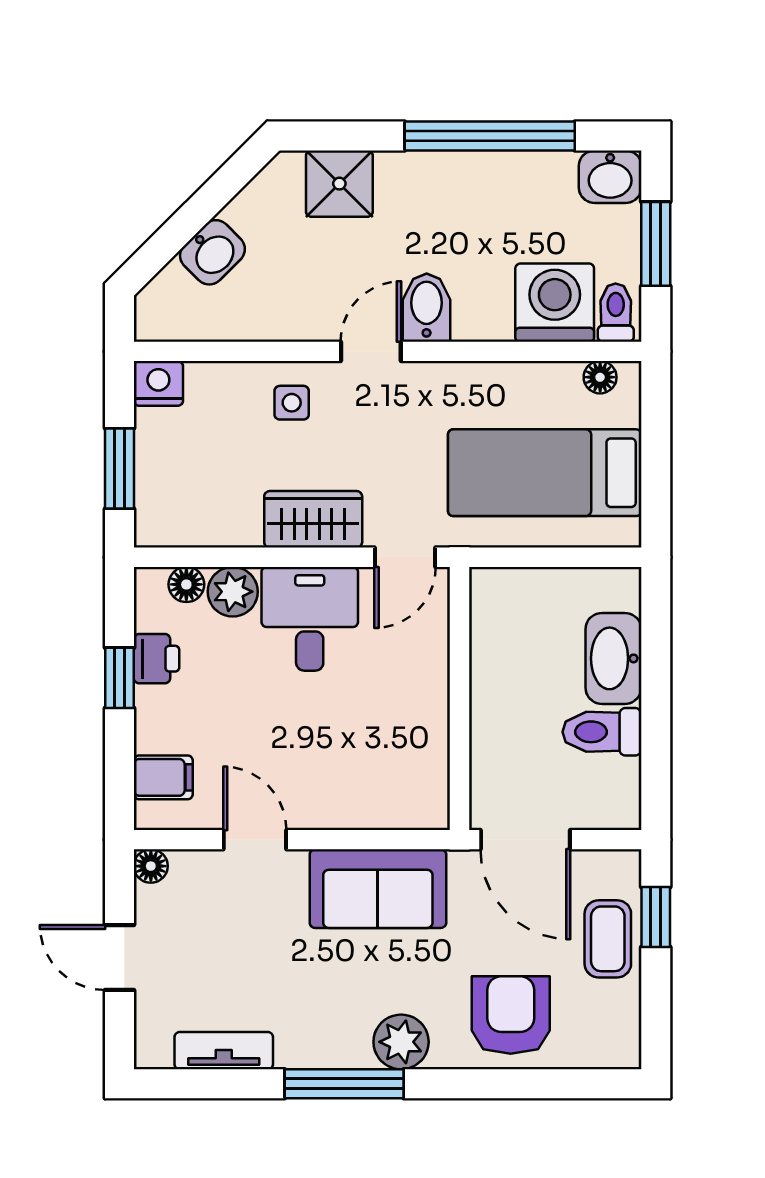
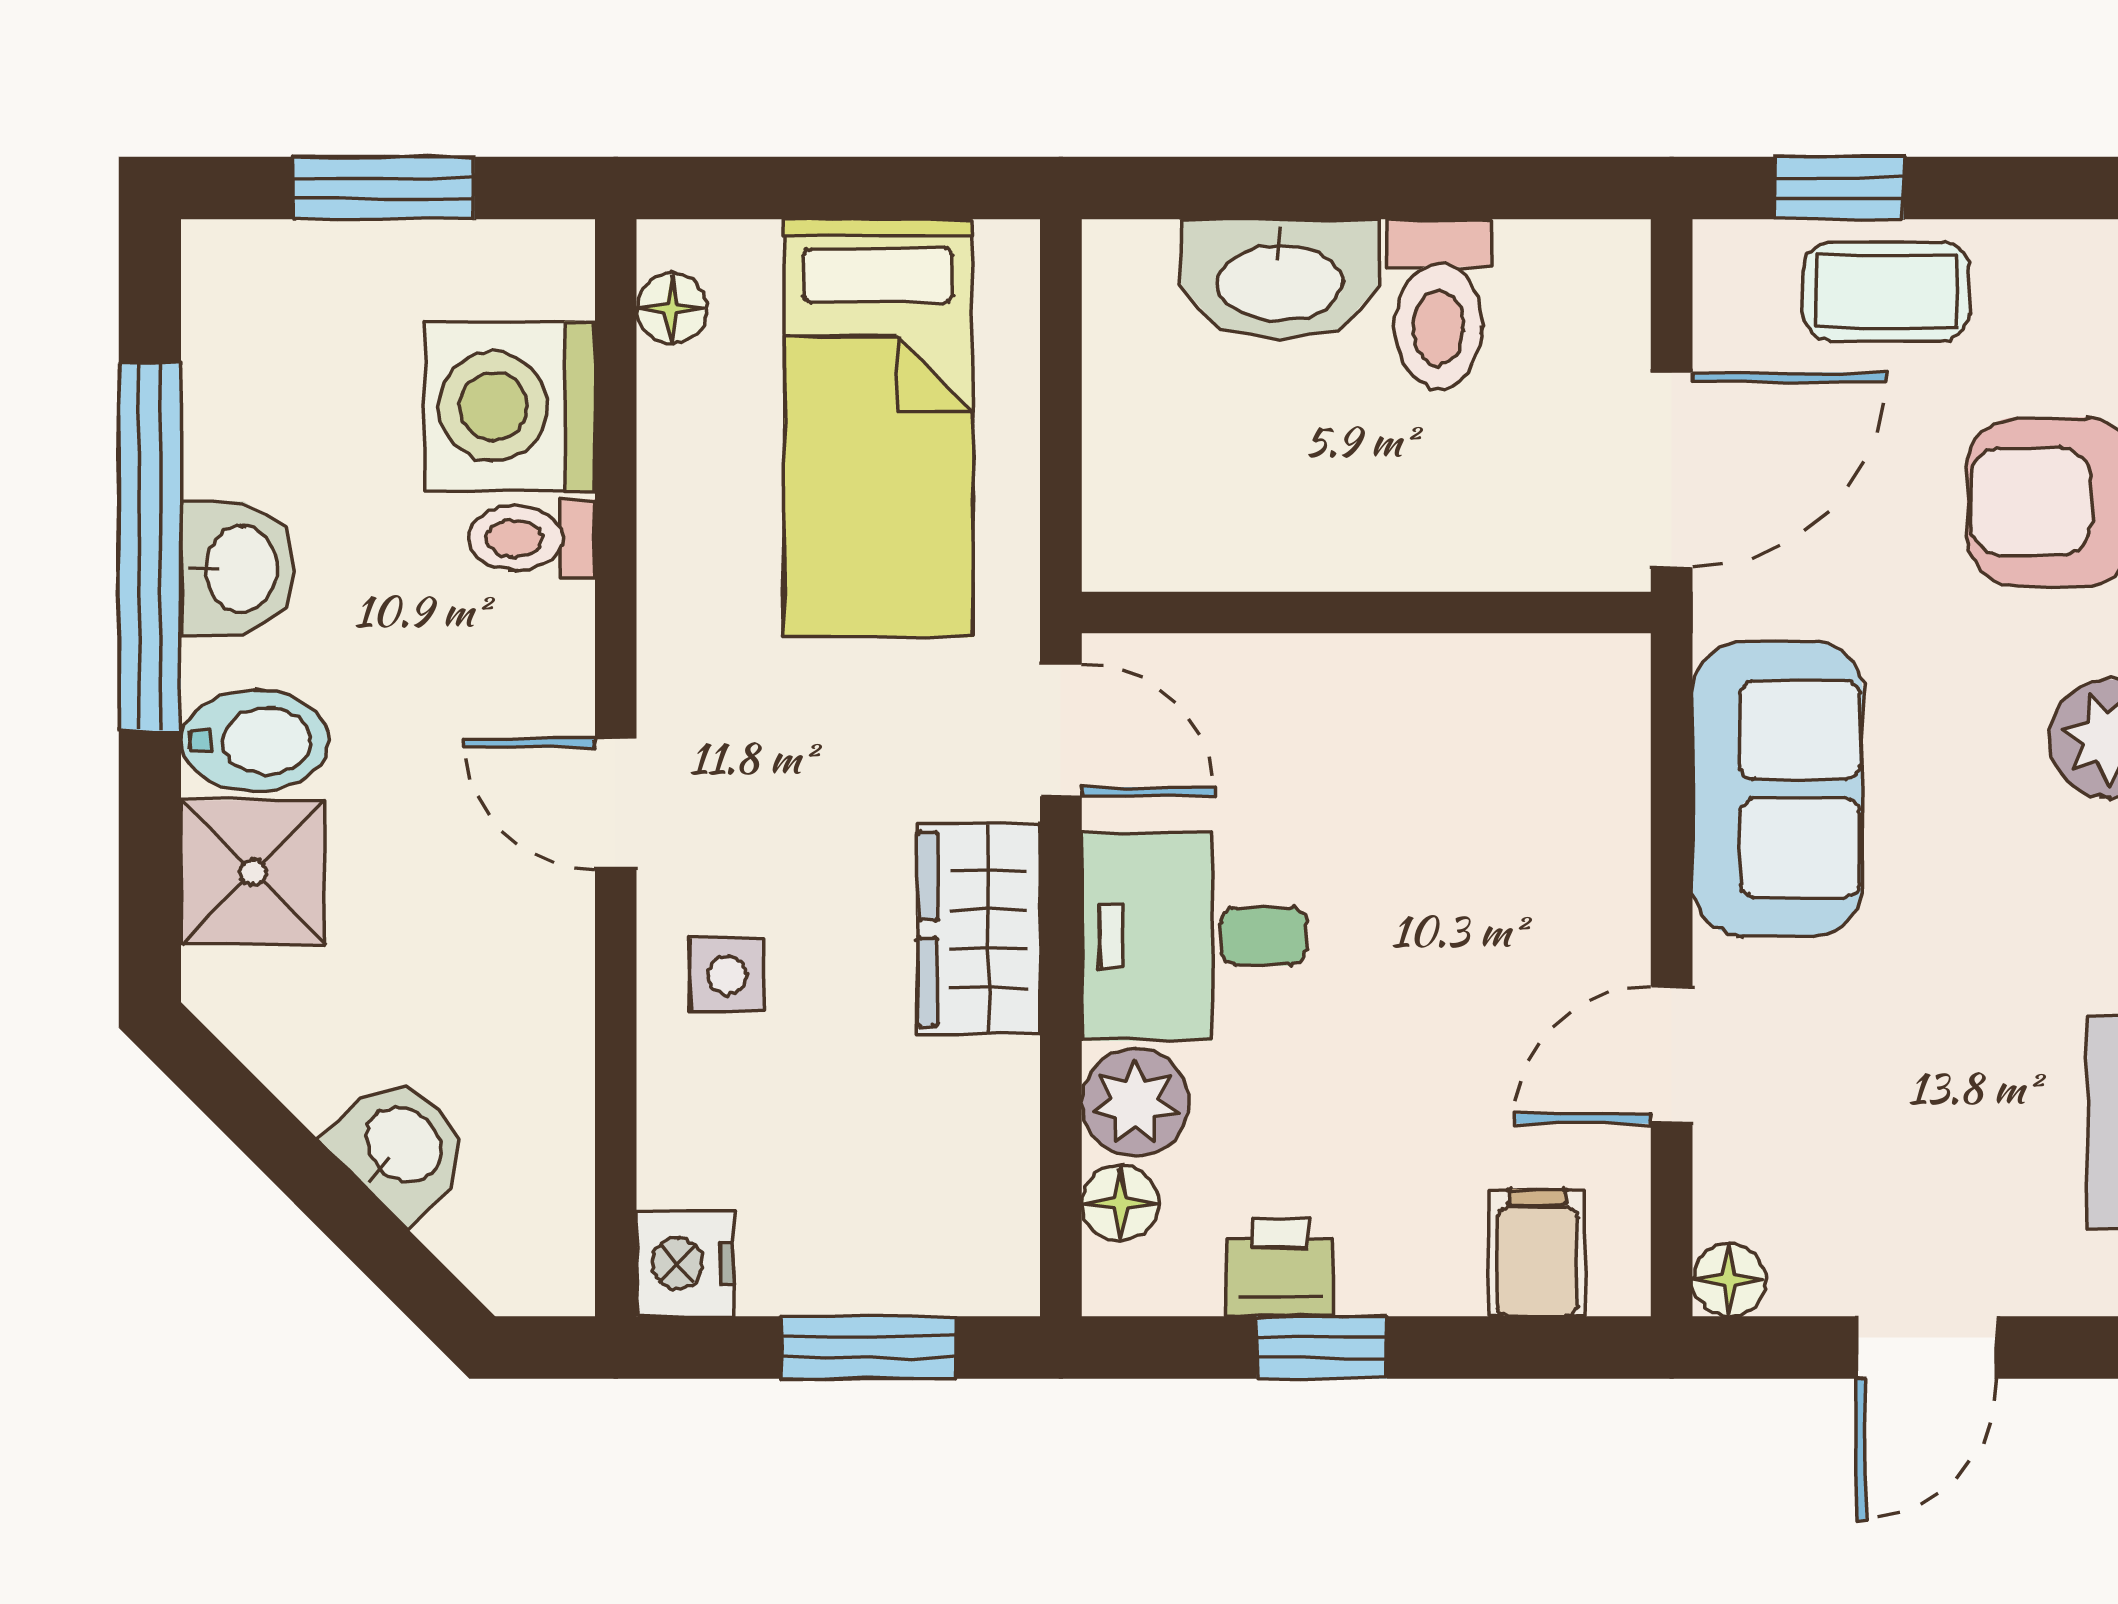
washbasin: (610, 177) -> (238, 569), moved
bidet: (427, 308) -> (255, 741), moved, turned 180
toilet: (616, 313) -> (532, 538), moved

